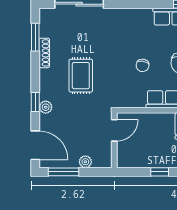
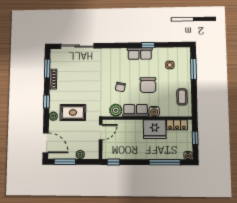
rug: (81, 76) -> (73, 112), moved, turned 90
plant: (136, 99) -> (116, 110), added
window: (35, 102) -> (46, 102), moved
window: (160, 172) -> (113, 162), moved

